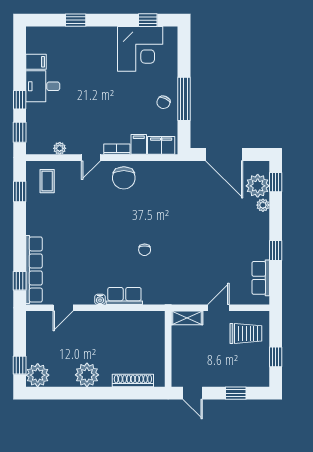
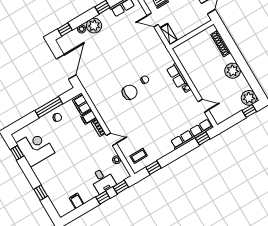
desk: (43, 86) -> (103, 180), moved
chair: (124, 178) -> (130, 92), moved
plant: (258, 186) -> (94, 26), moved

